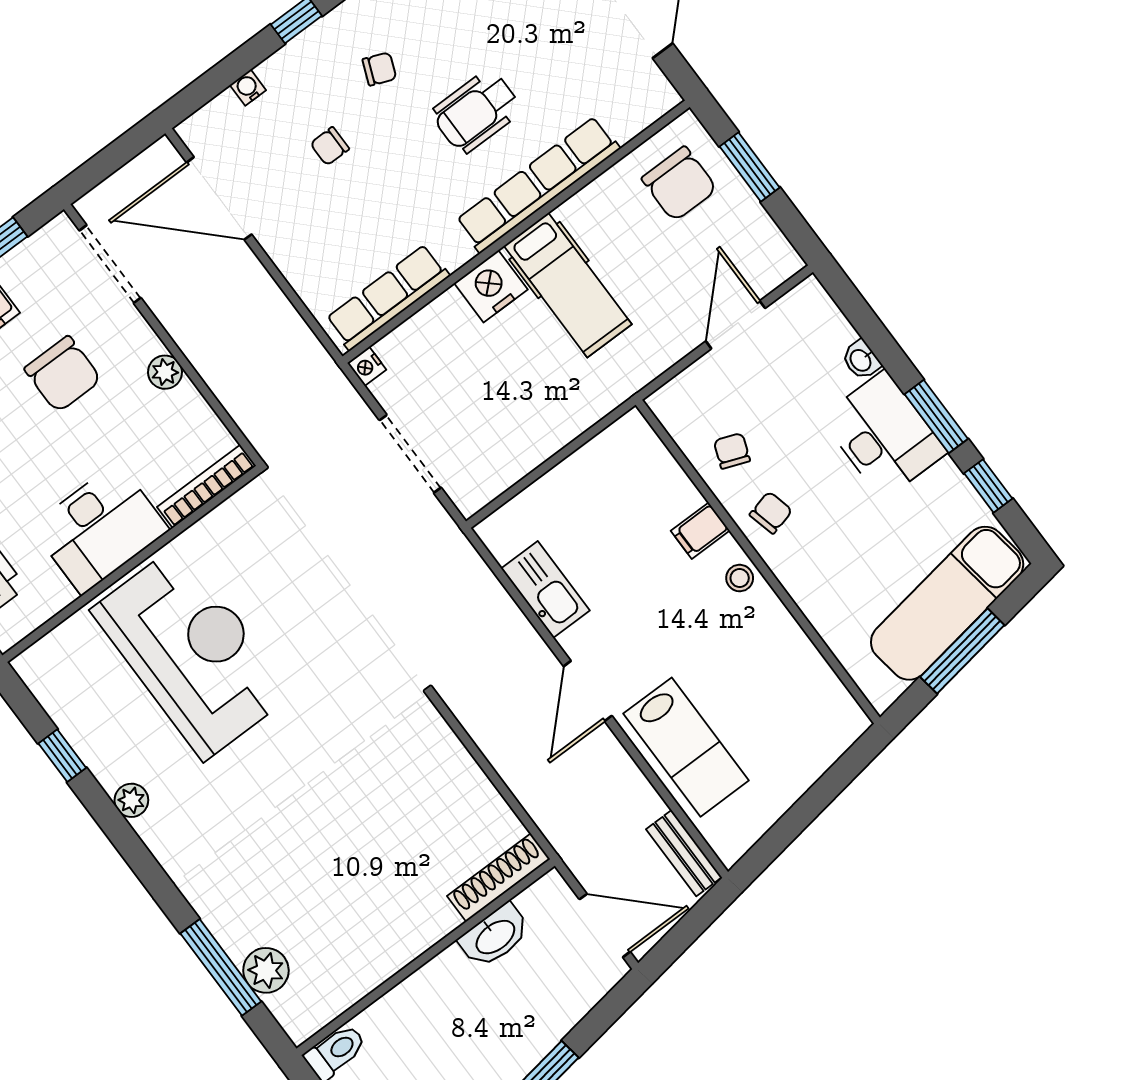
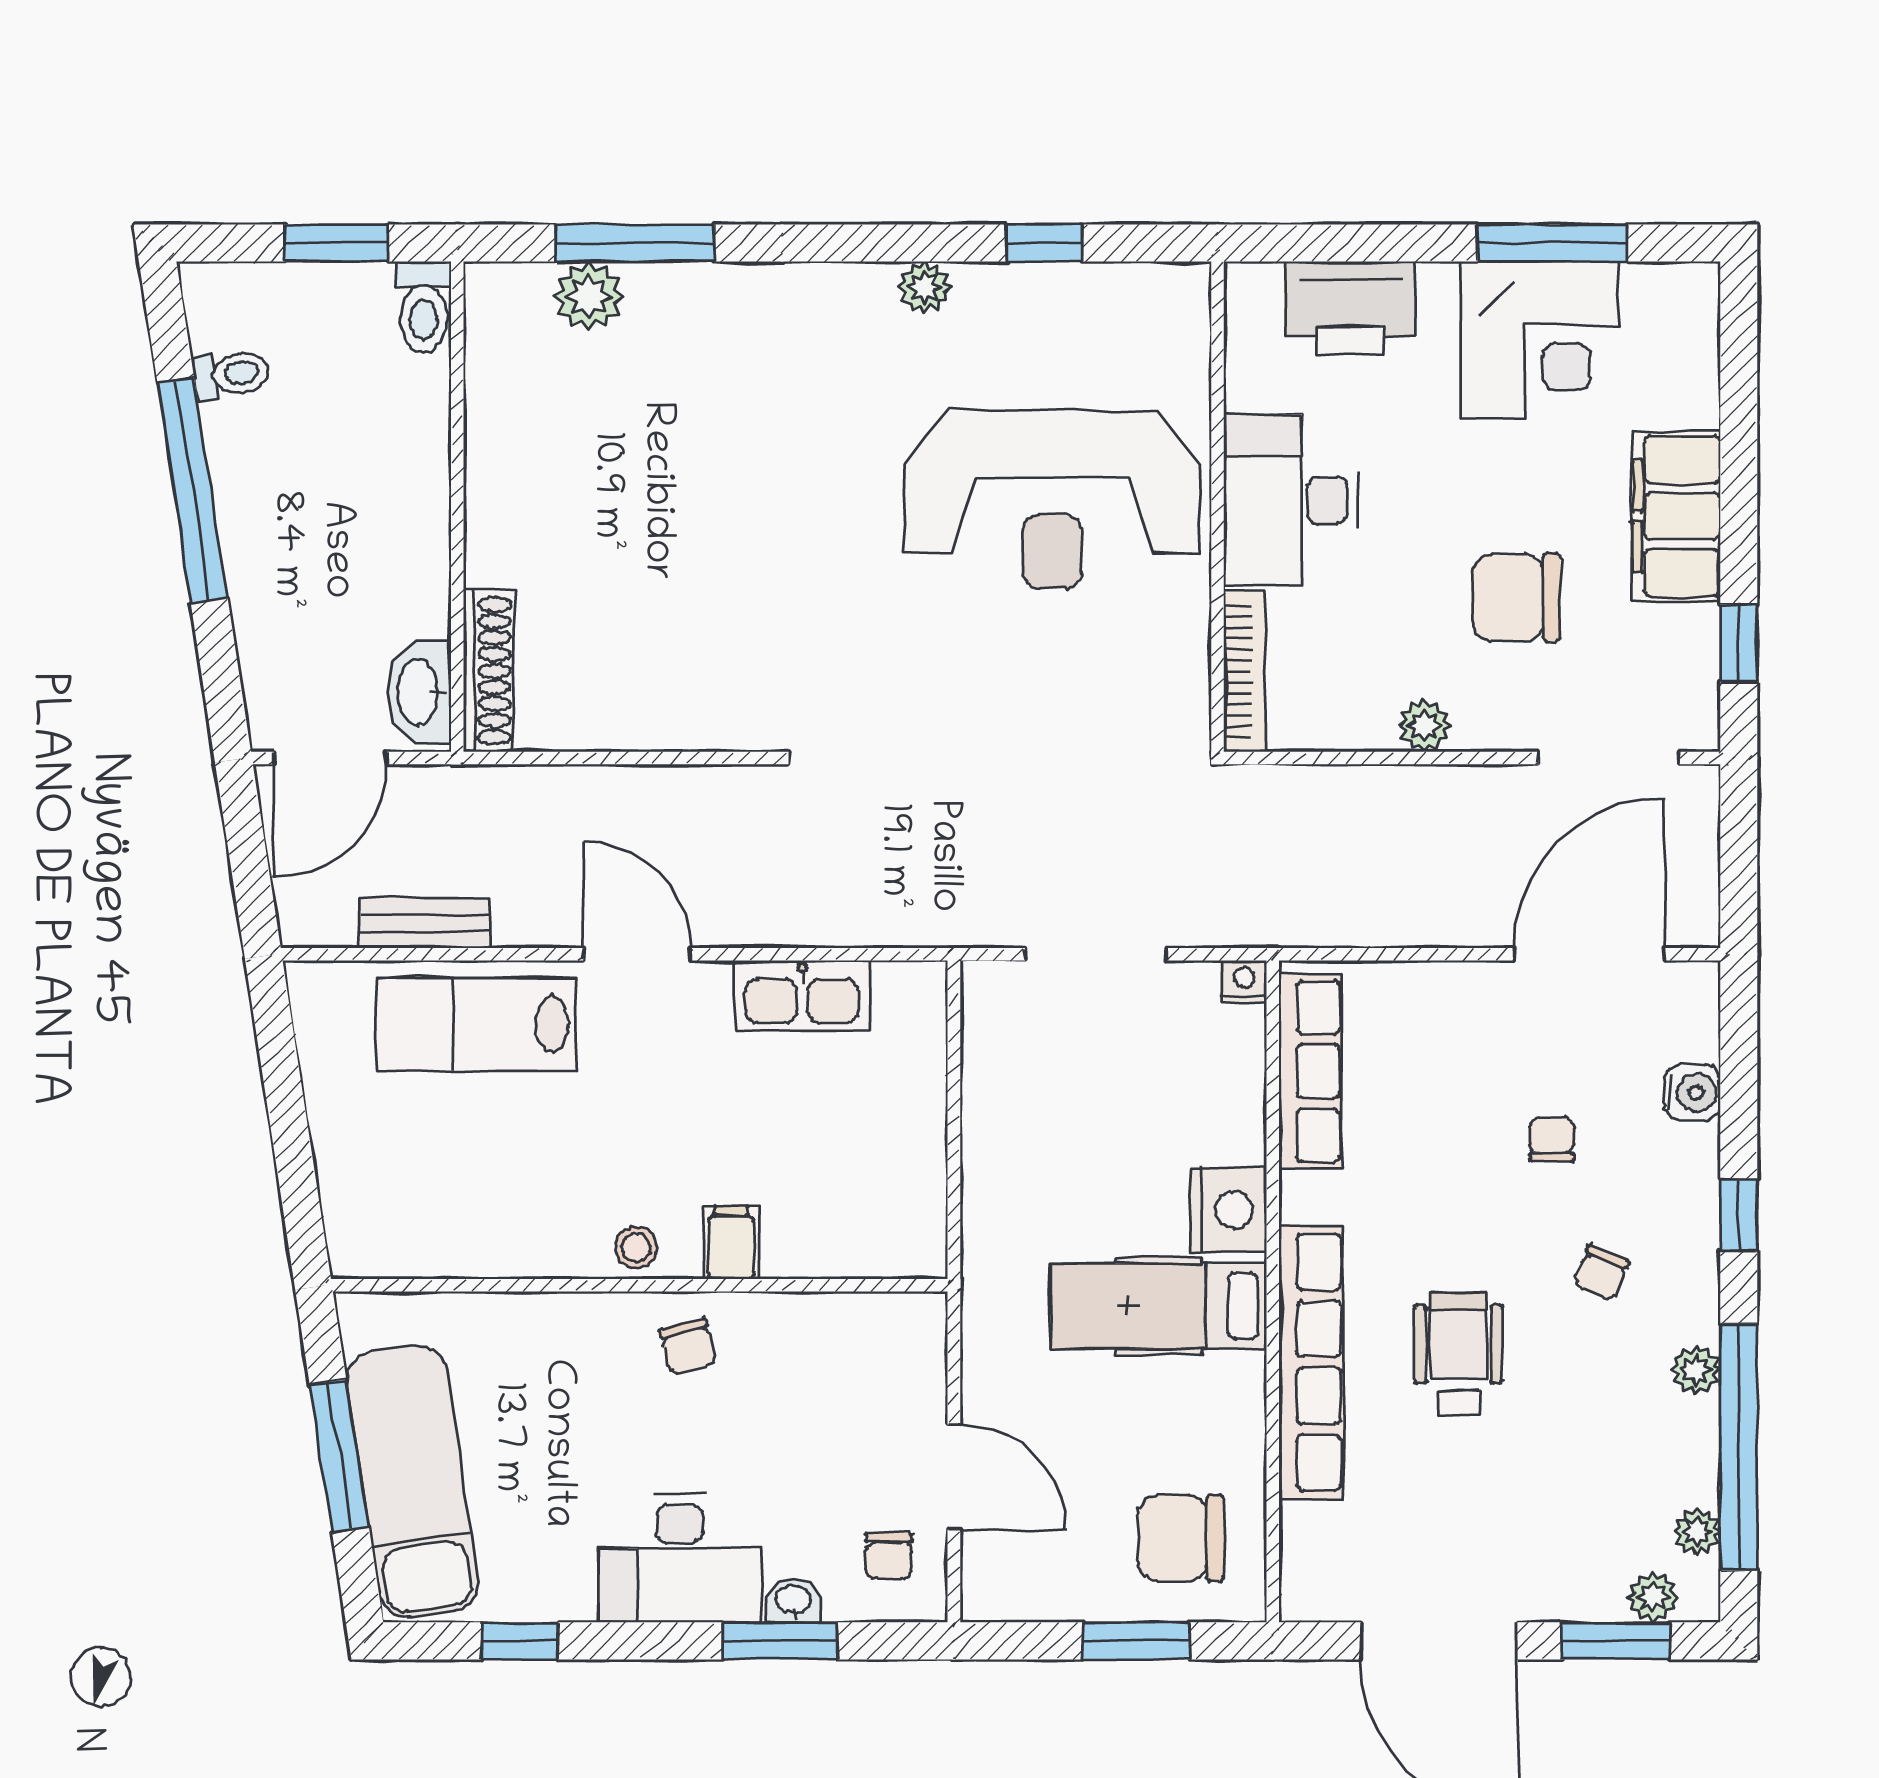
water cooler: (248, 88) -> (1692, 1093), width x1.38, depth x1.38
window: (936, 417) -> (780, 1641), moved
chair: (732, 451) -> (889, 1556), moved, turned 69
bench: (684, 853) -> (425, 923), moved
washbasin: (495, 936) -> (419, 692), moved

